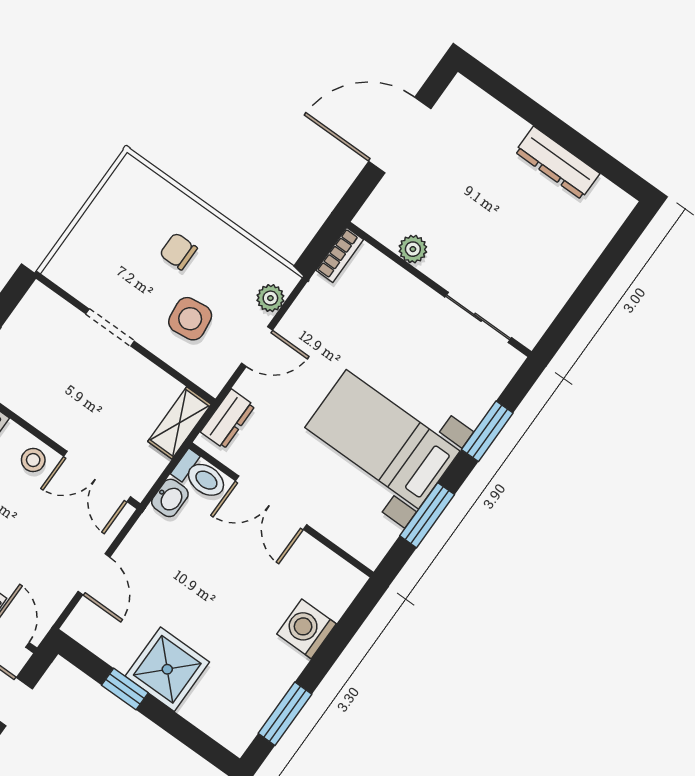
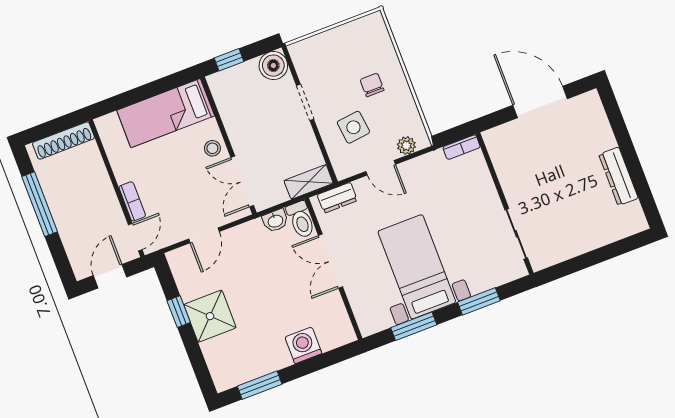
plant: (413, 249) -> (505, 171), removed
boiler: (41, 308) -> (273, 66), added

